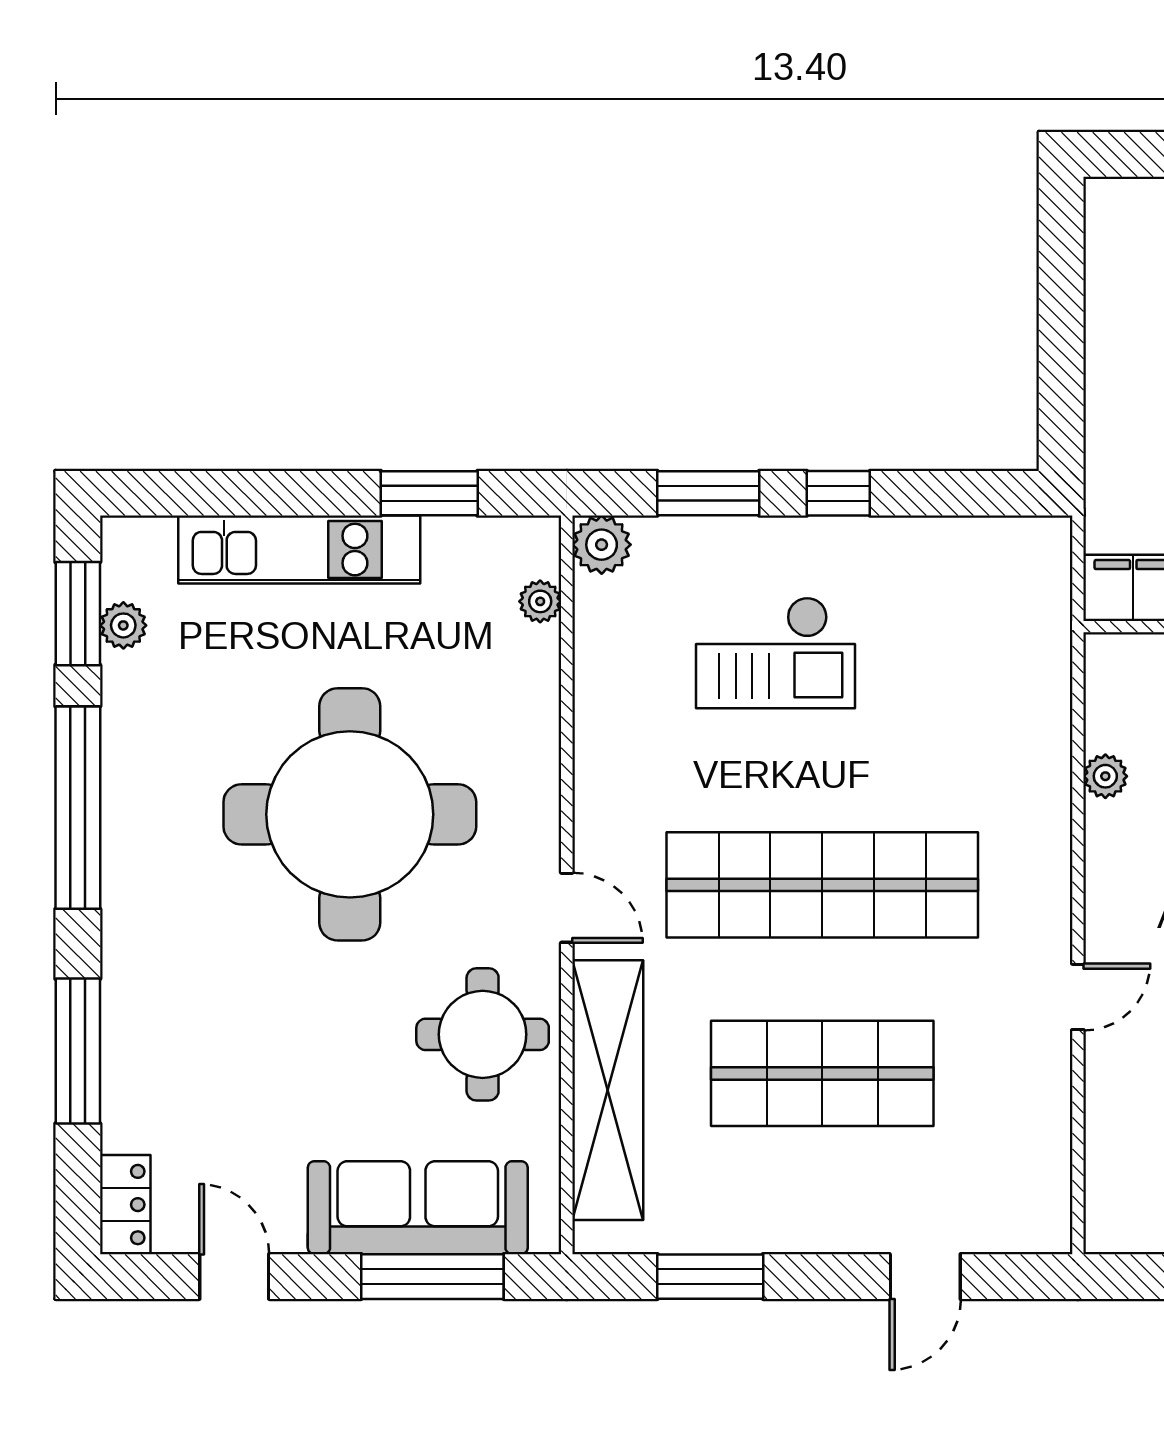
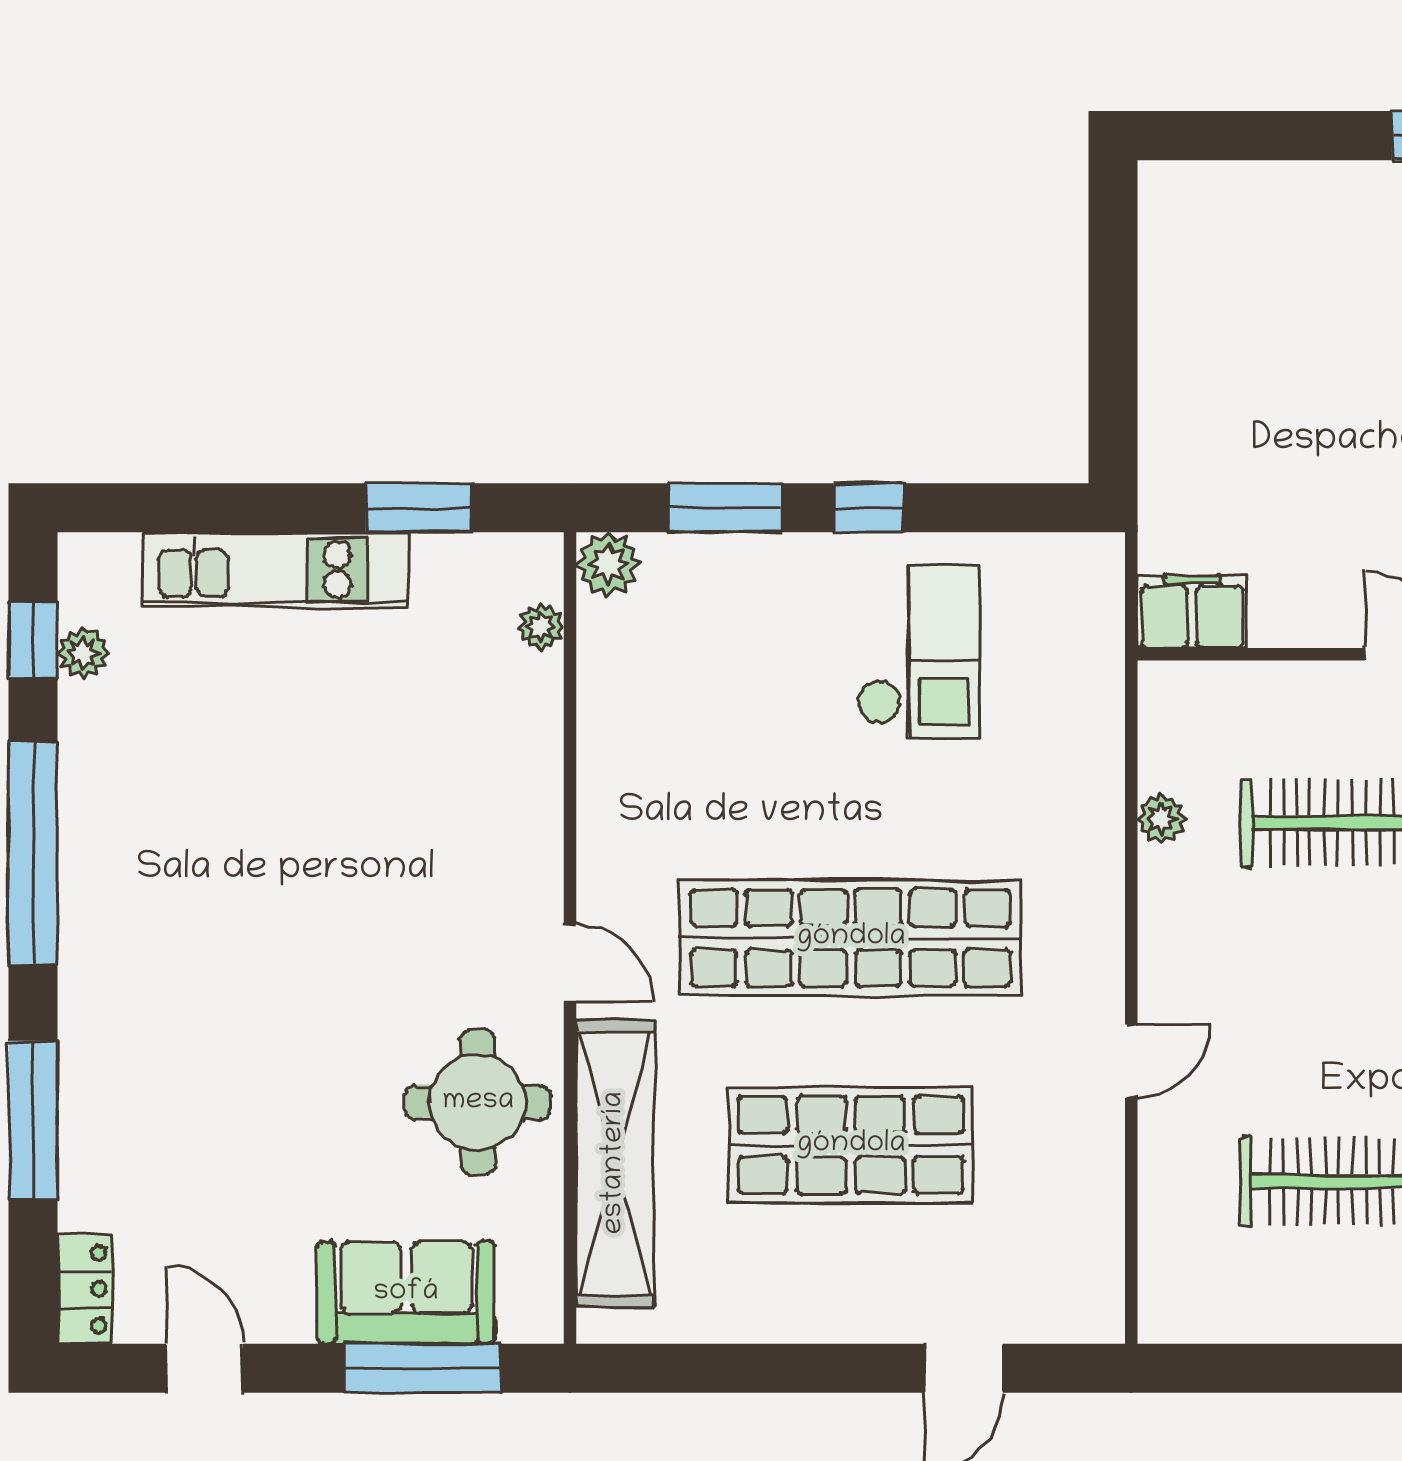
window: (78, 614) -> (33, 640), width x0.67
checkout: (776, 653) -> (918, 651), moved, turned -90
round table: (350, 814) -> (332, 860), removed
sofa: (418, 1208) -> (406, 1293), width x0.73
window: (710, 1277) -> (727, 1368), removed

